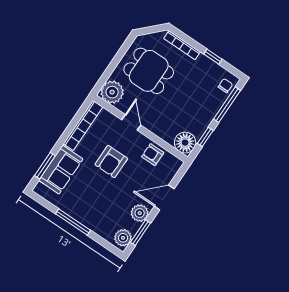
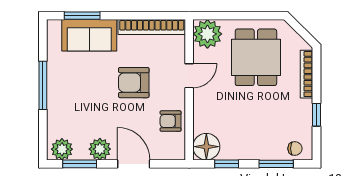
window: (227, 105) -> (276, 164), width x0.69
armchair: (153, 155) -> (171, 121), turned -90

